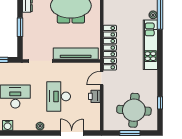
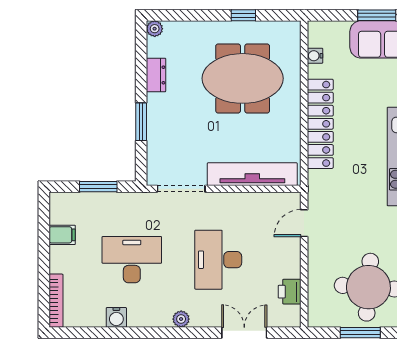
locker: (110, 48) -> (320, 124), moved
printer: (94, 96) -> (290, 292), moved

